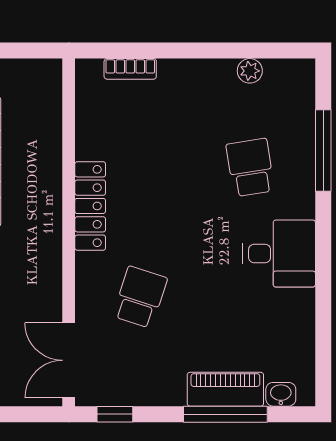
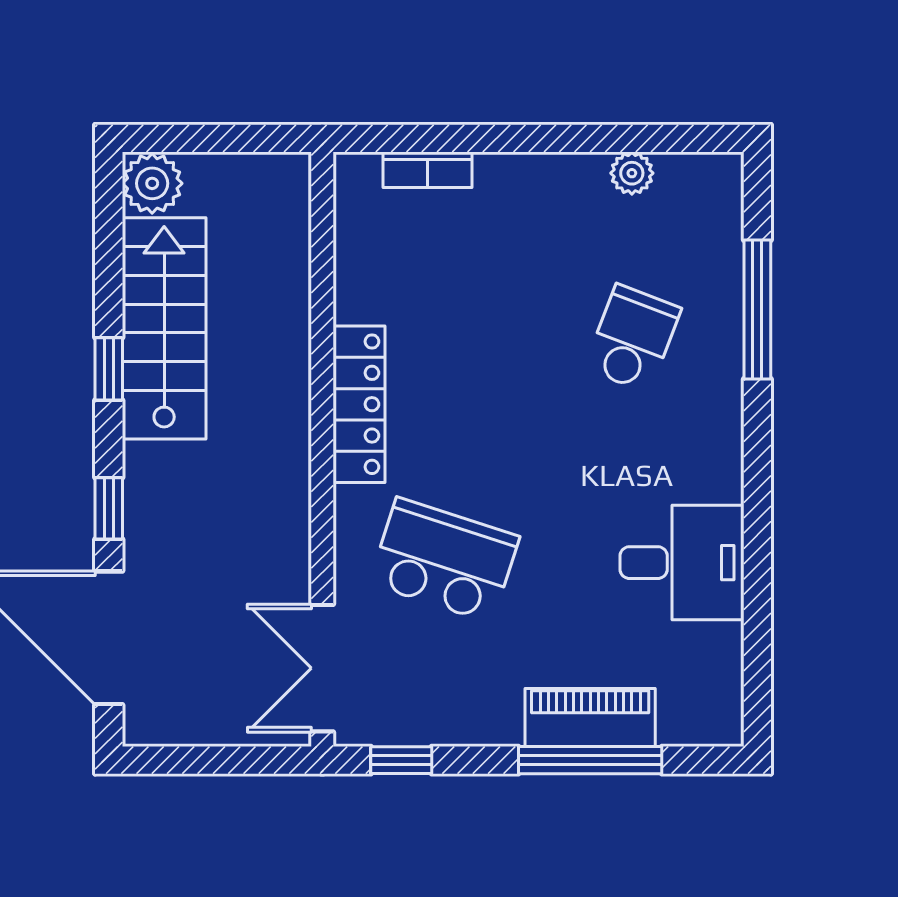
school desk: (250, 168) -> (633, 338), turned 30
desk: (279, 253) -> (682, 563), moved
school desk: (140, 297) -> (444, 560), width x1.85
washbasin: (281, 394) -> (685, 726), removed

